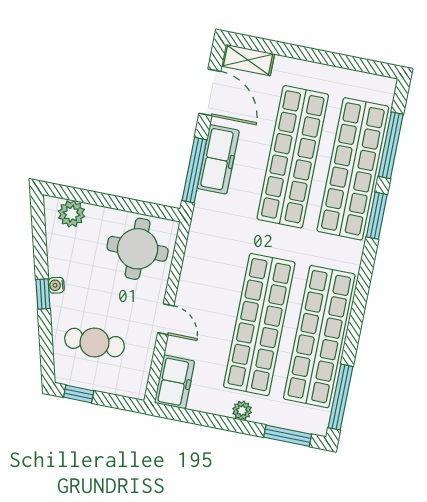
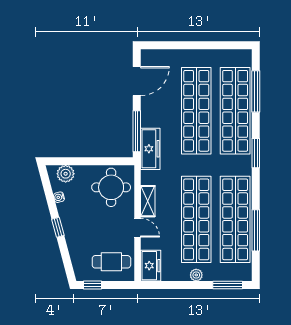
shelving: (248, 60) -> (148, 201), moved, turned 90
door: (210, 92) -> (137, 81), hinge flipped
freezer: (218, 159) -> (150, 149), moved
window: (377, 216) -> (256, 153), moved
water cooler: (56, 285) -> (59, 197), moved
cafe table: (95, 342) -> (111, 262), moved
window: (341, 397) -> (256, 230), moved

